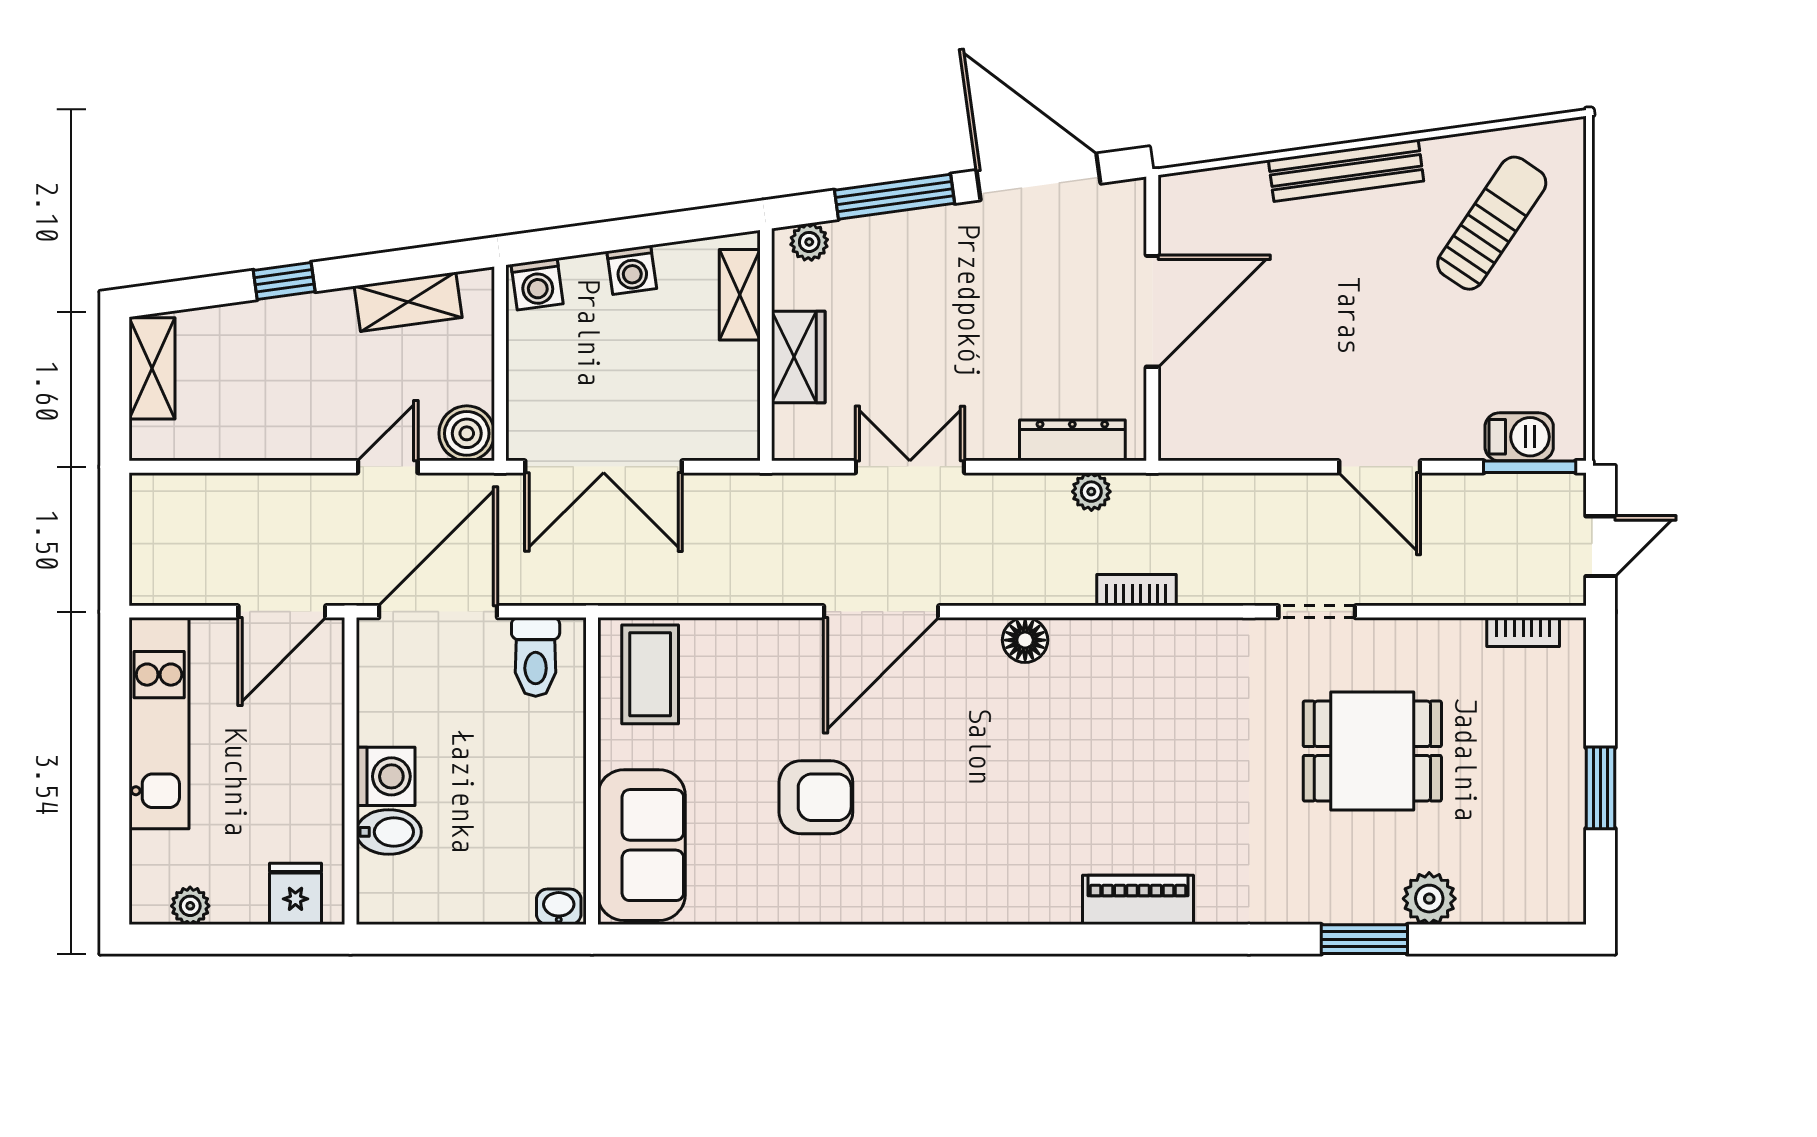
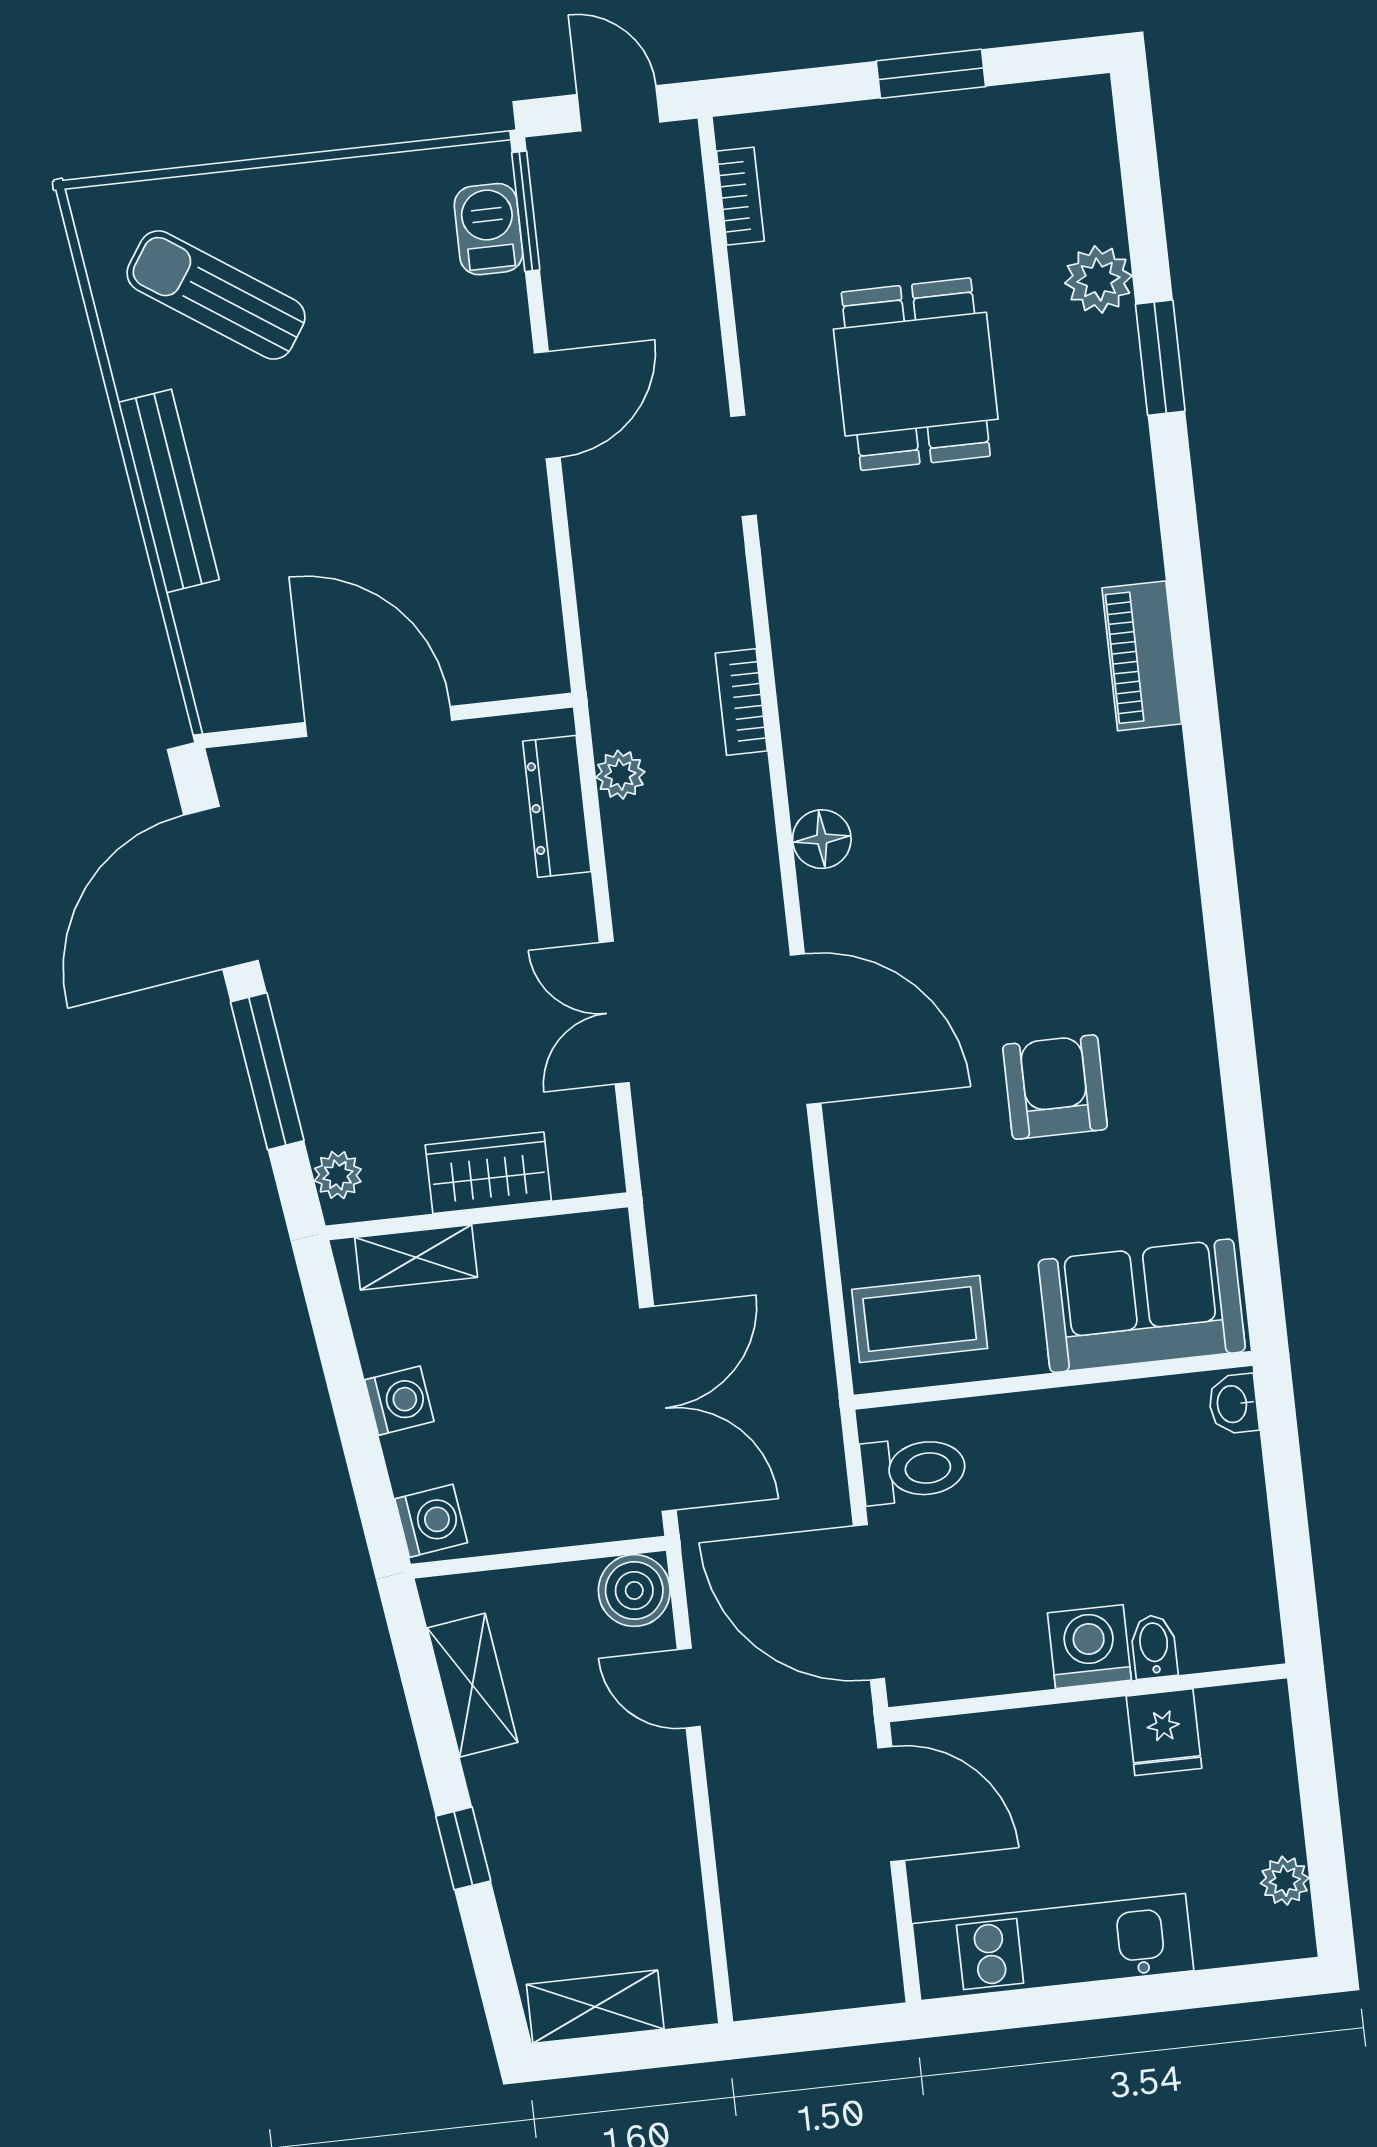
bidet: (389, 832) -> (1154, 1647), width x0.72, depth x0.74
fridge: (295, 894) -> (1164, 1732), moved, turned -90

